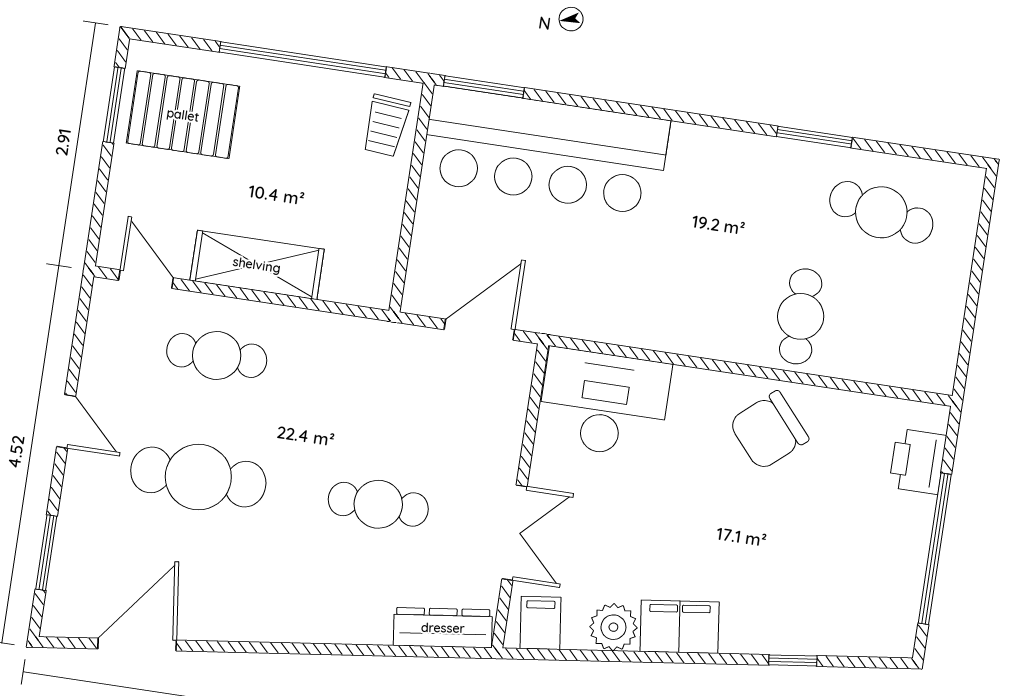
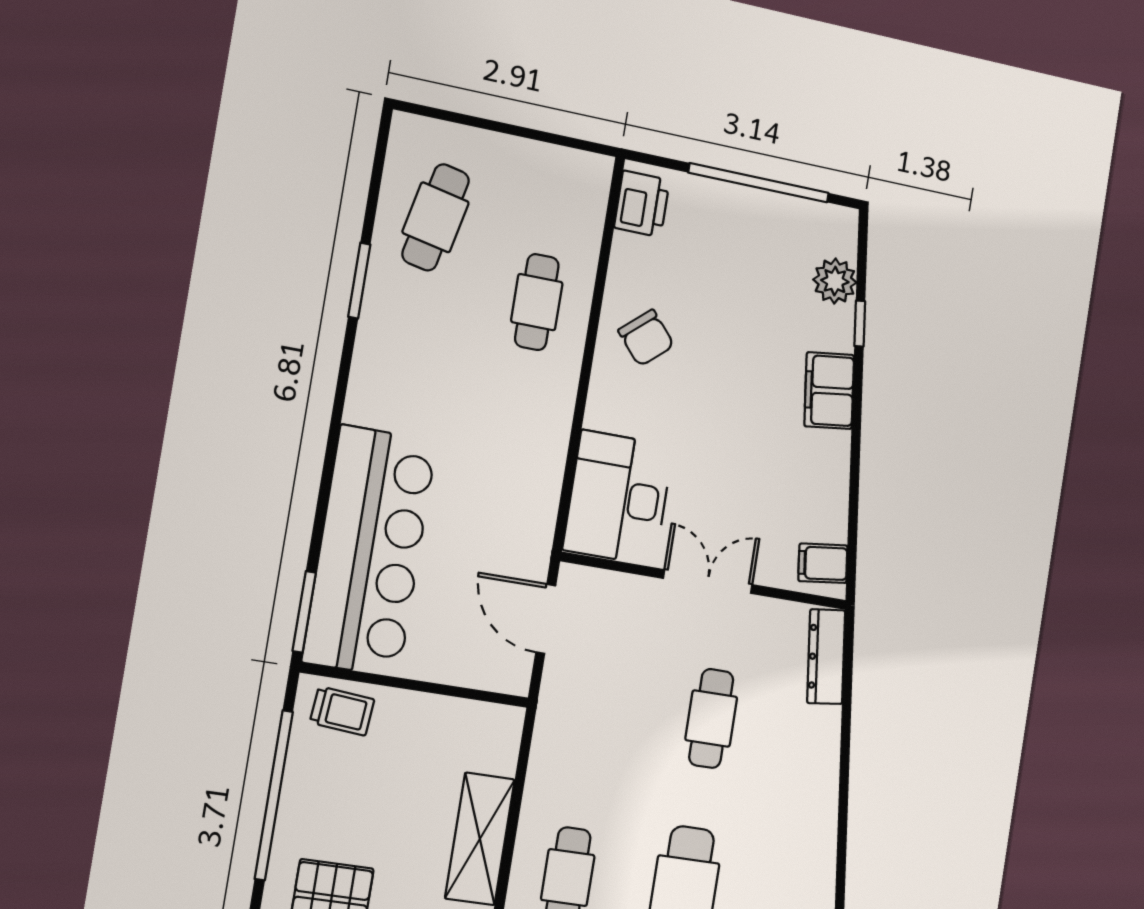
cafe table: (801, 316) -> (537, 302), turned 90
chair: (769, 431) -> (646, 338), width x0.73, depth x0.73
printer: (918, 461) -> (642, 204), moved, turned -90
double door: (515, 533) -> (708, 581), moved
plant: (613, 627) -> (835, 281), moved
filing cabinet: (680, 627) -> (829, 391), moved

